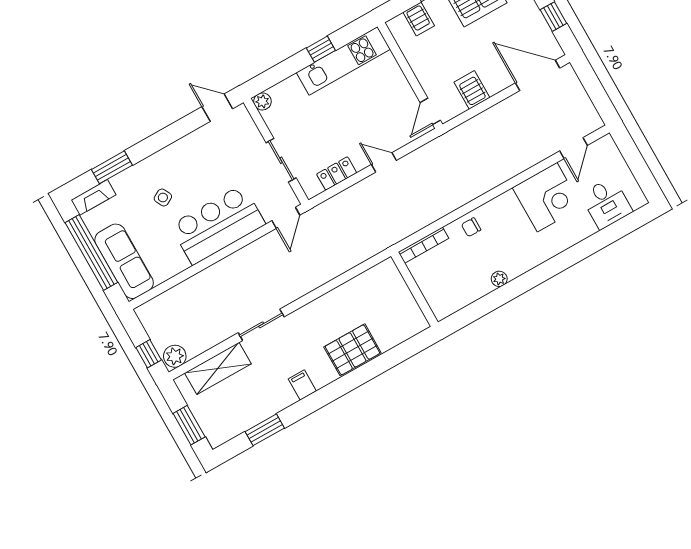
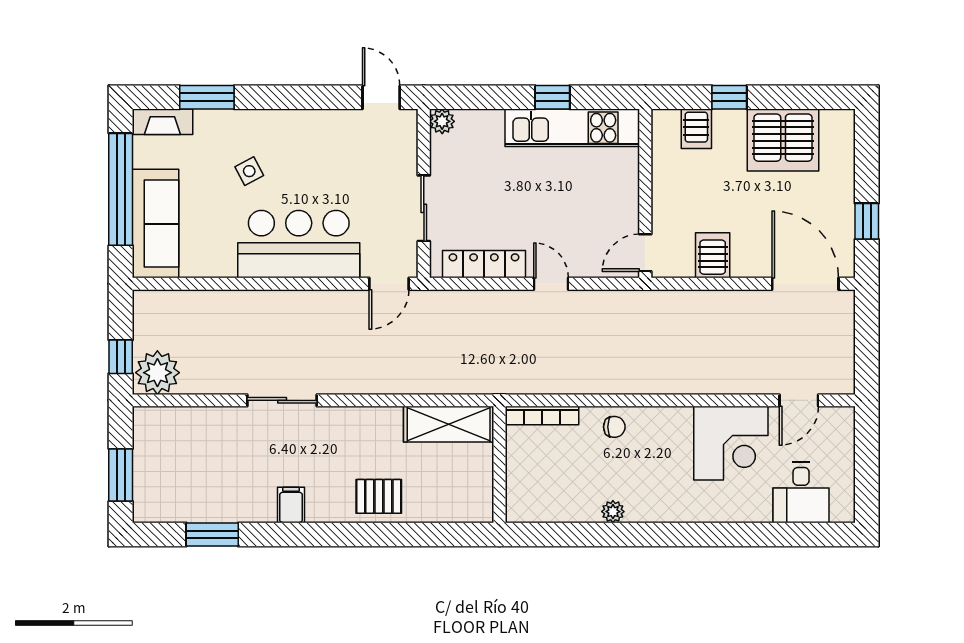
locker: (337, 173) -> (484, 264), width x1.53
chair: (471, 227) -> (614, 427), turned 180
pallet: (352, 350) -> (379, 496), width x0.67, depth x0.71
plant: (175, 356) -> (157, 373), width x1.36, depth x1.36
shelving: (218, 368) -> (449, 424), moved

